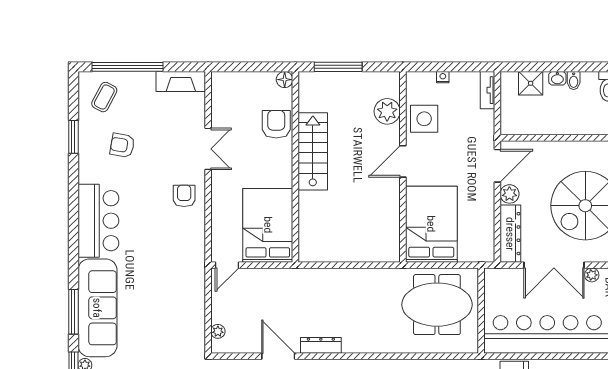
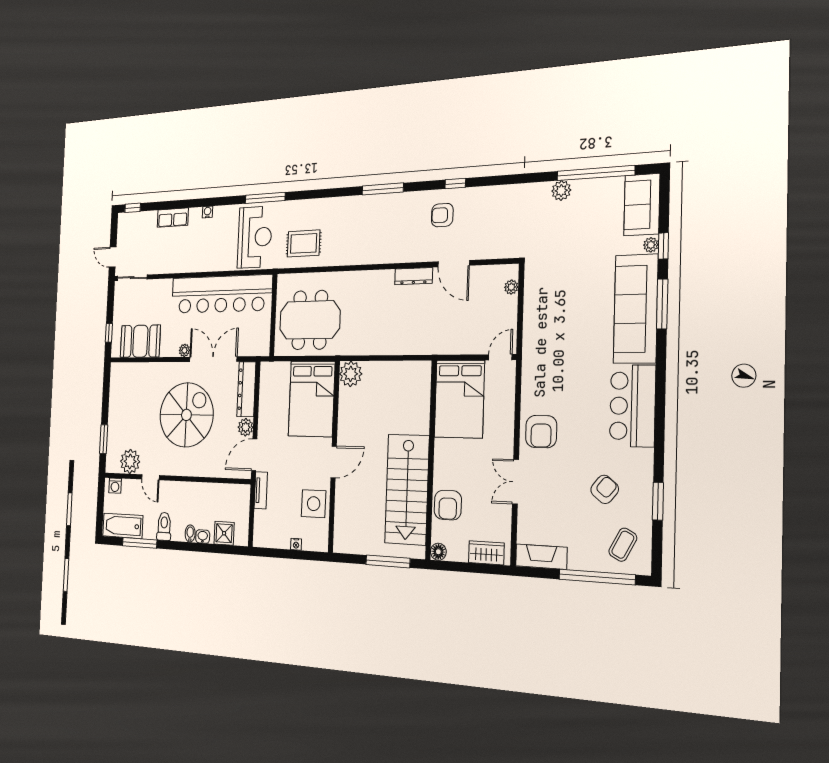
wardrobe: (235, 82) -> (486, 553), added
tv unit: (487, 90) -> (261, 490), moved
plant: (387, 111) -> (351, 374), moved
armchair: (122, 145) -> (605, 489), turned -61
stairs: (313, 151) -> (407, 489), width x1.36, depth x1.51
armchair: (184, 196) -> (541, 432), width x1.38, depth x1.38

